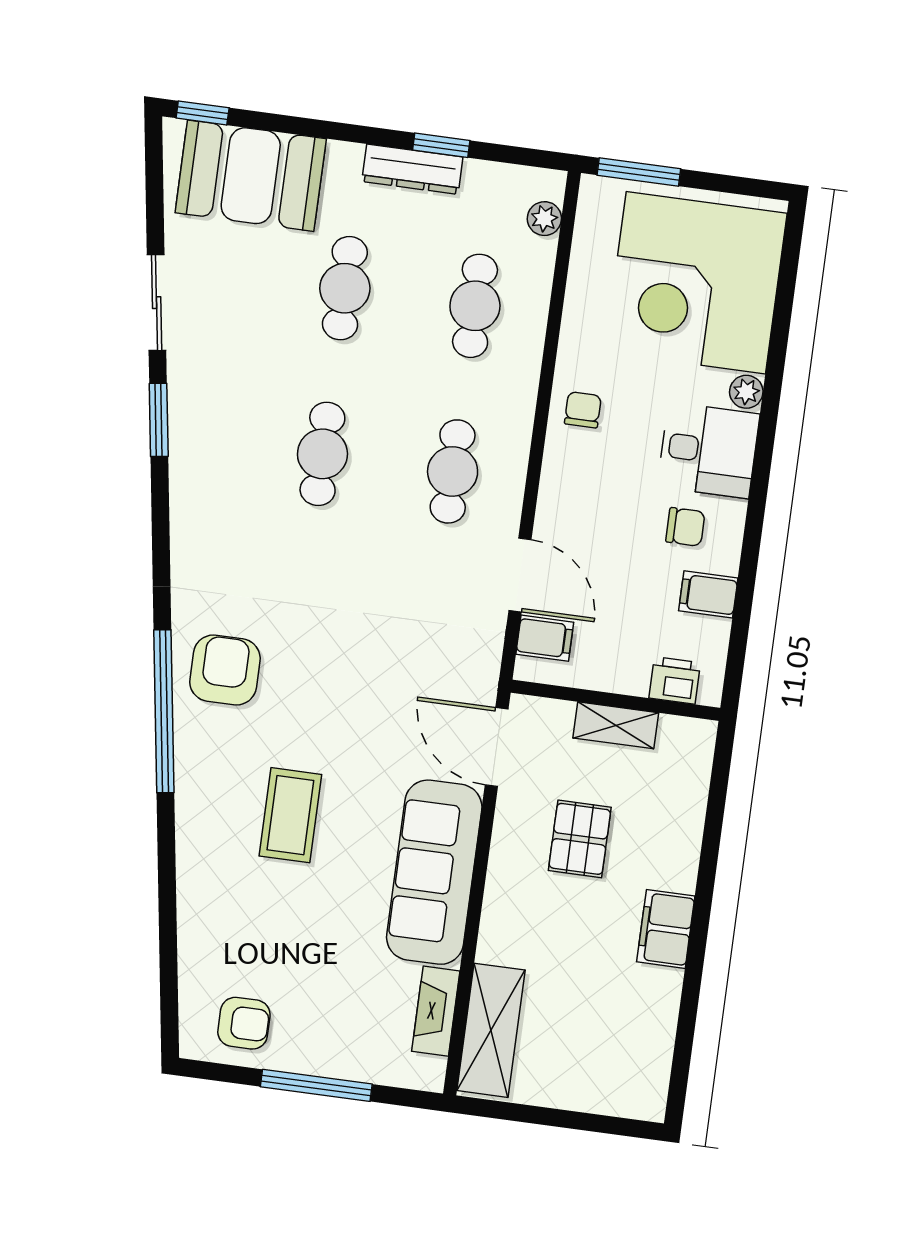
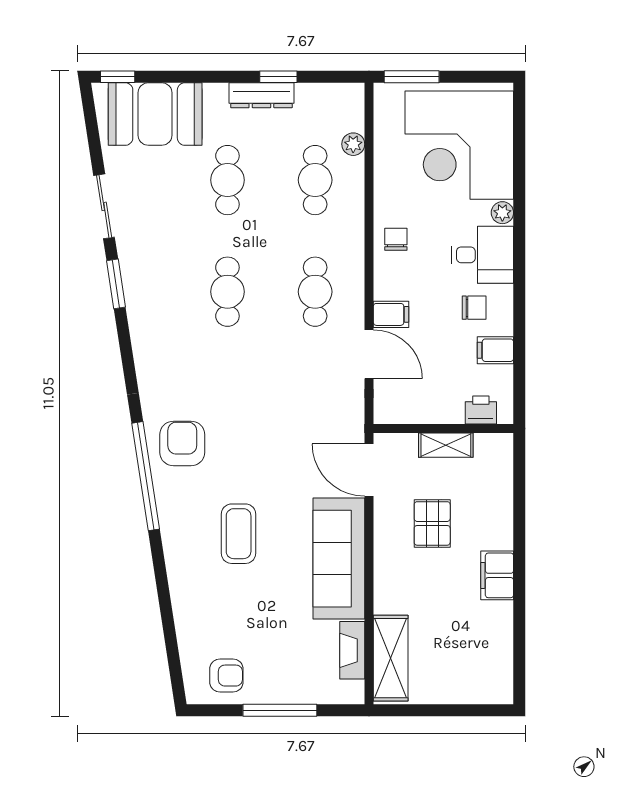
plant: (544, 219) -> (353, 144), moved
filing cabinet: (545, 638) -> (391, 314), moved

